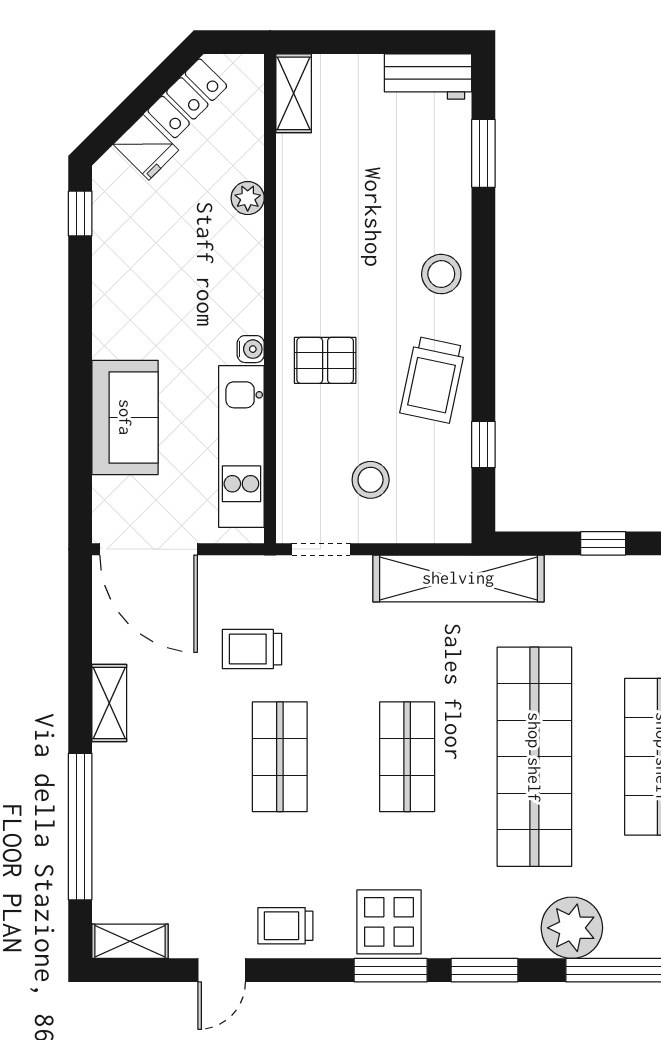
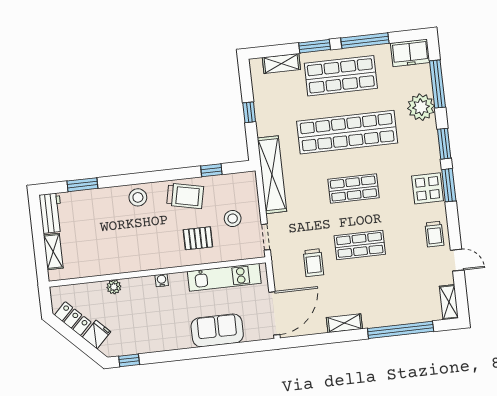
shelving: (294, 93) -> (53, 252), moved, turned 90
water cooler: (251, 349) -> (162, 280), moved
pallet: (325, 360) -> (198, 238), moved, turned 90

